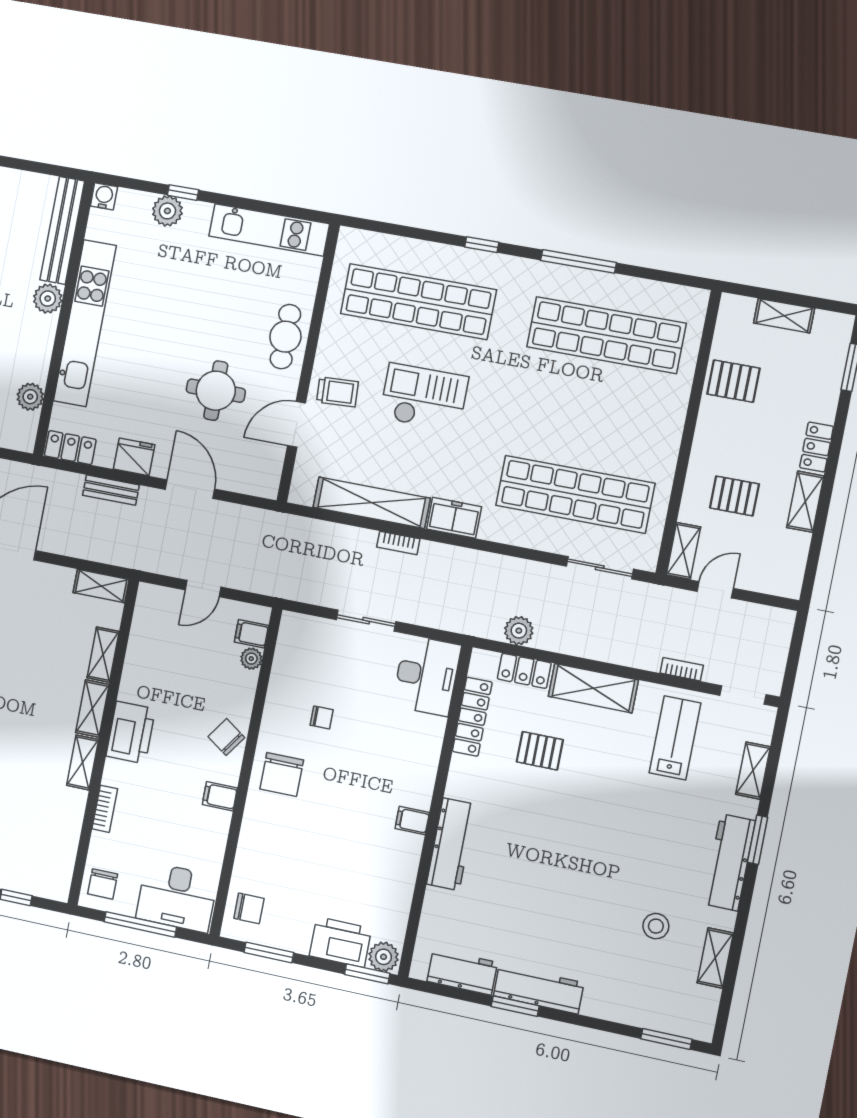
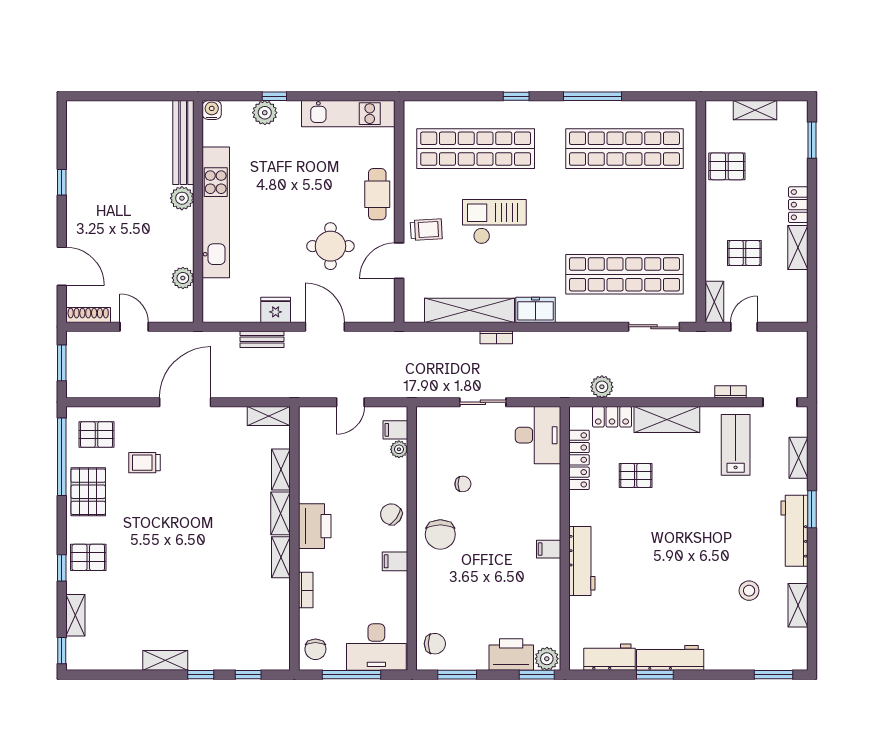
locker: (70, 448) -> (223, 312), removed

